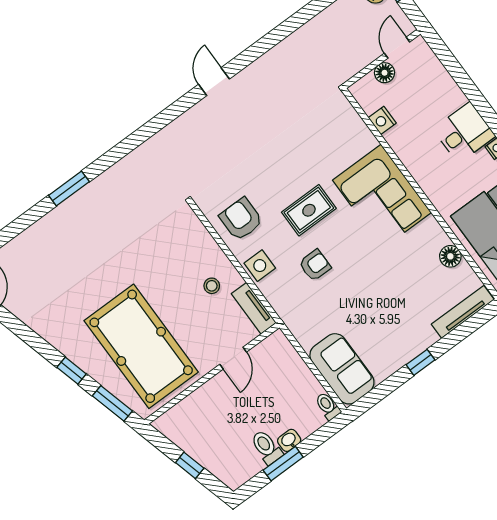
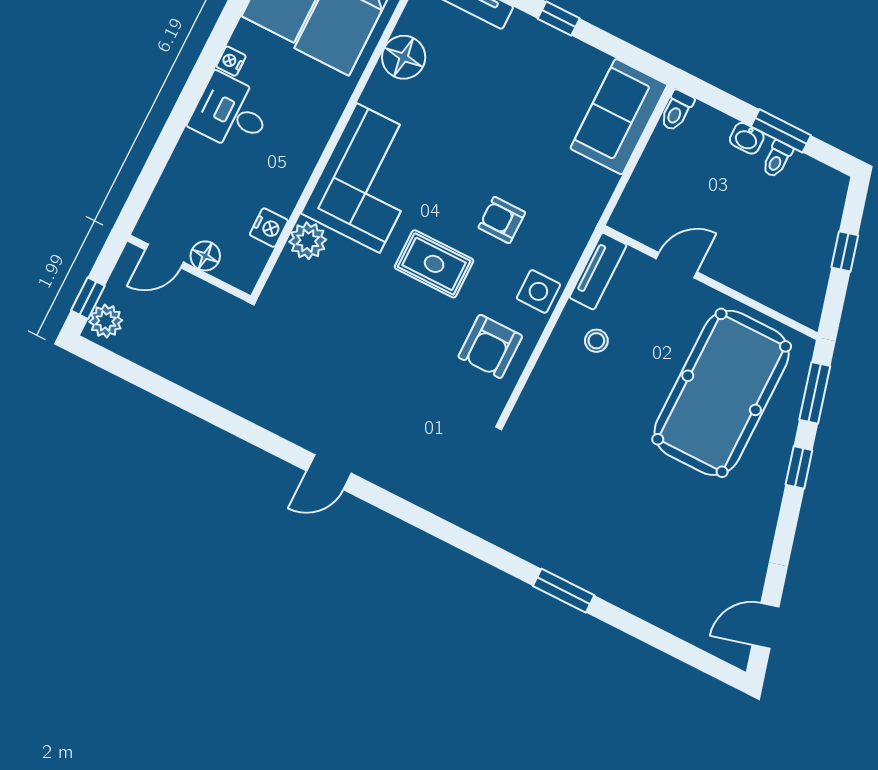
plant: (362, 140) -> (308, 241), added
floor lamp: (450, 256) -> (404, 57), width x1.38, depth x1.38
toilet: (266, 447) -> (777, 159), width x0.73, depth x0.72

